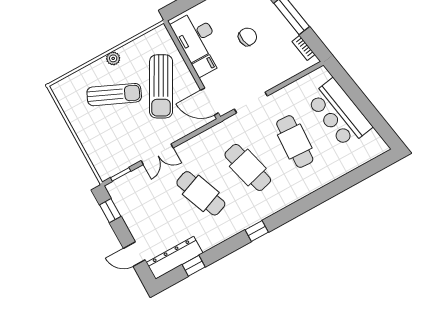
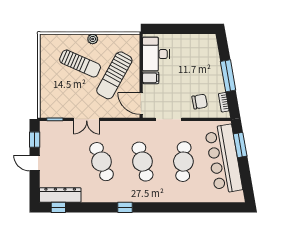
chair: (248, 37) -> (200, 102), moved
window: (349, 87) -> (240, 145), added
bar counter: (339, 113) -> (224, 159), width x1.36
door: (134, 254) -> (35, 163), moved
window: (194, 266) -> (58, 207), moved

